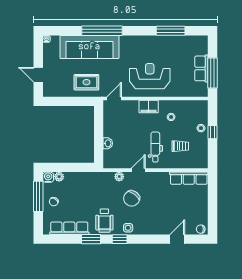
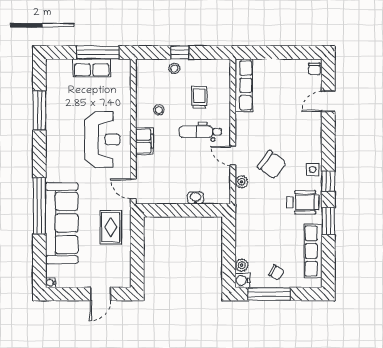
reception desk: (150, 76) -> (102, 139), turned 180
door: (177, 239) -> (328, 101), hinge flipped

